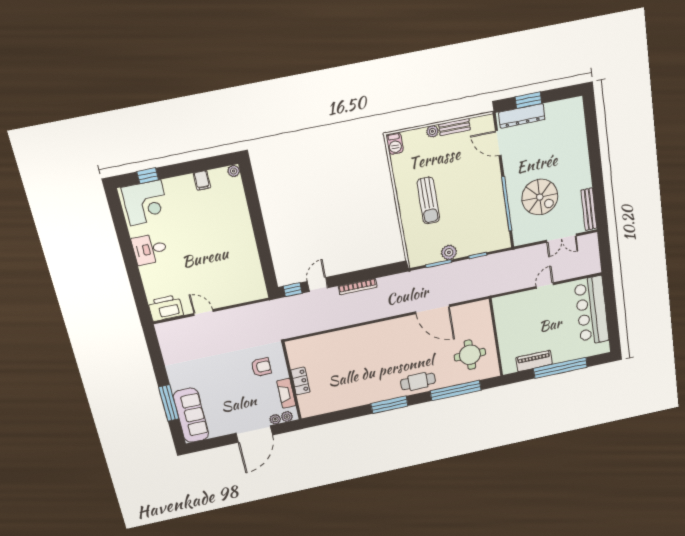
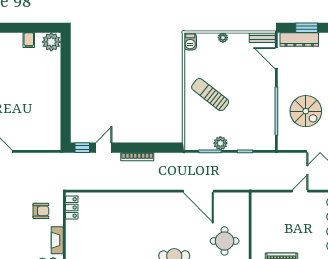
bench: (454, 127) -> (262, 38), moved
plant: (234, 171) -> (51, 42), width x1.88, depth x1.88
sun lounger: (428, 201) -> (210, 95), turned 128
locker: (300, 381) -> (72, 207), moved

